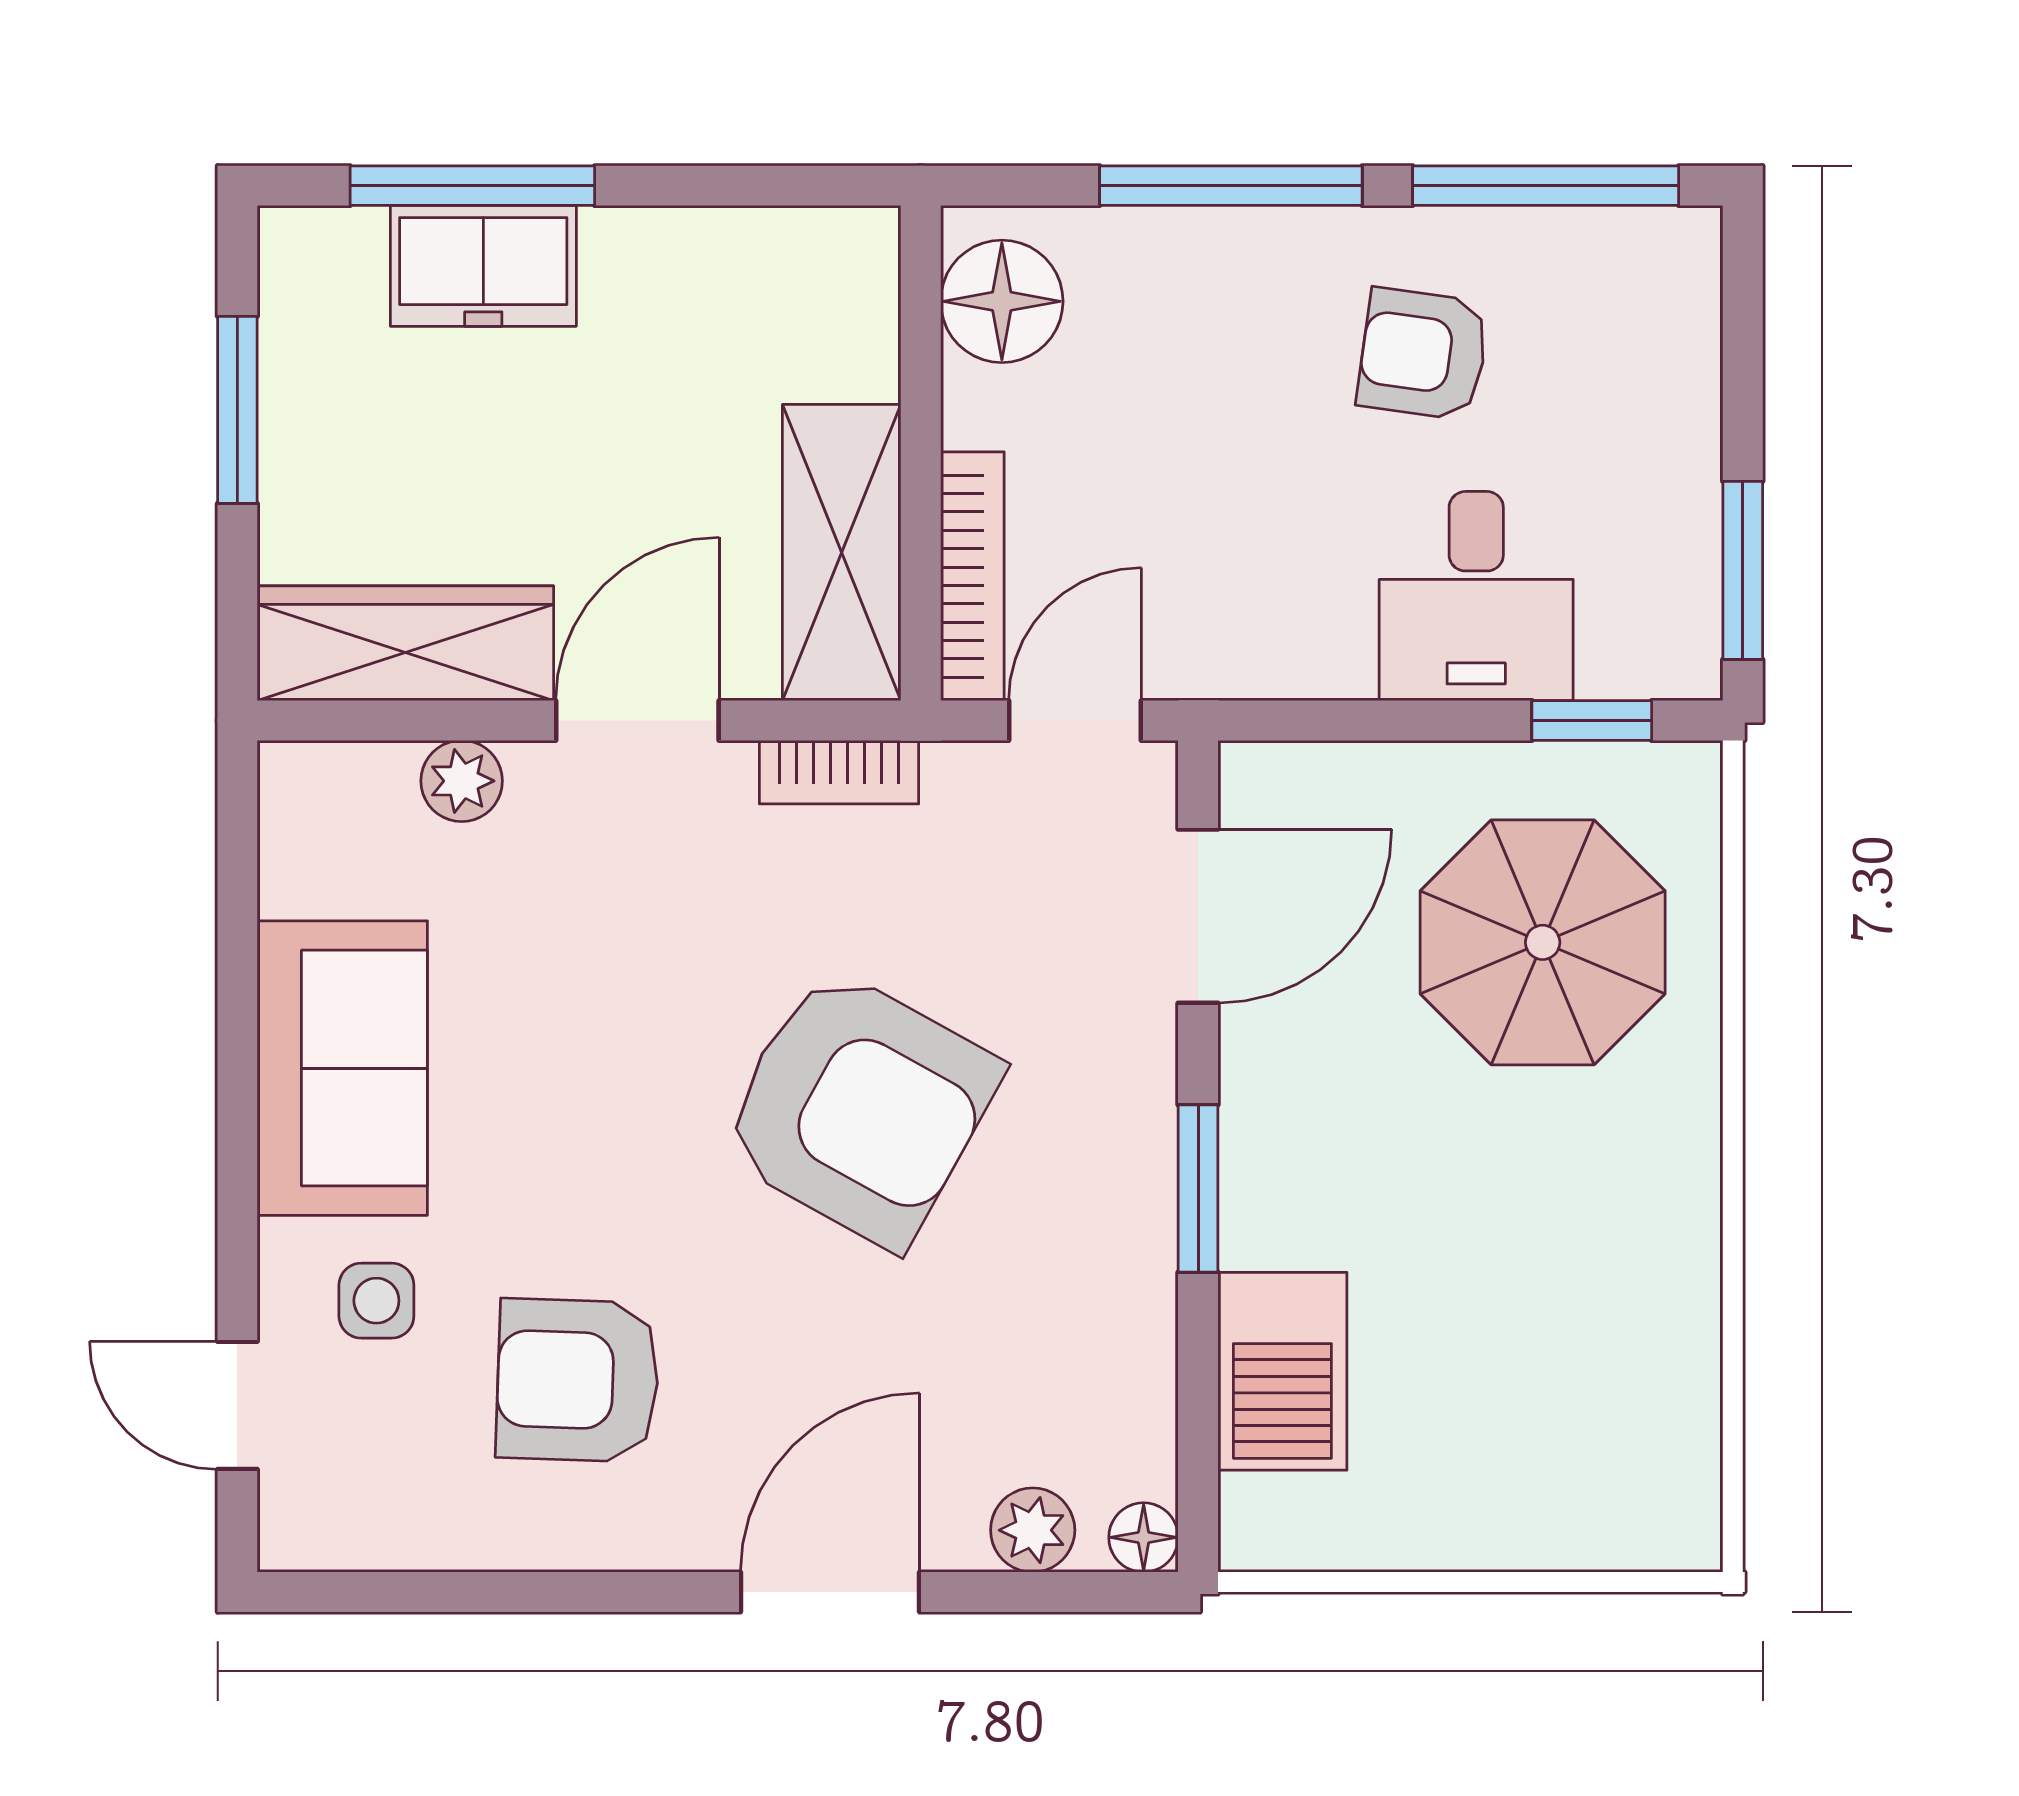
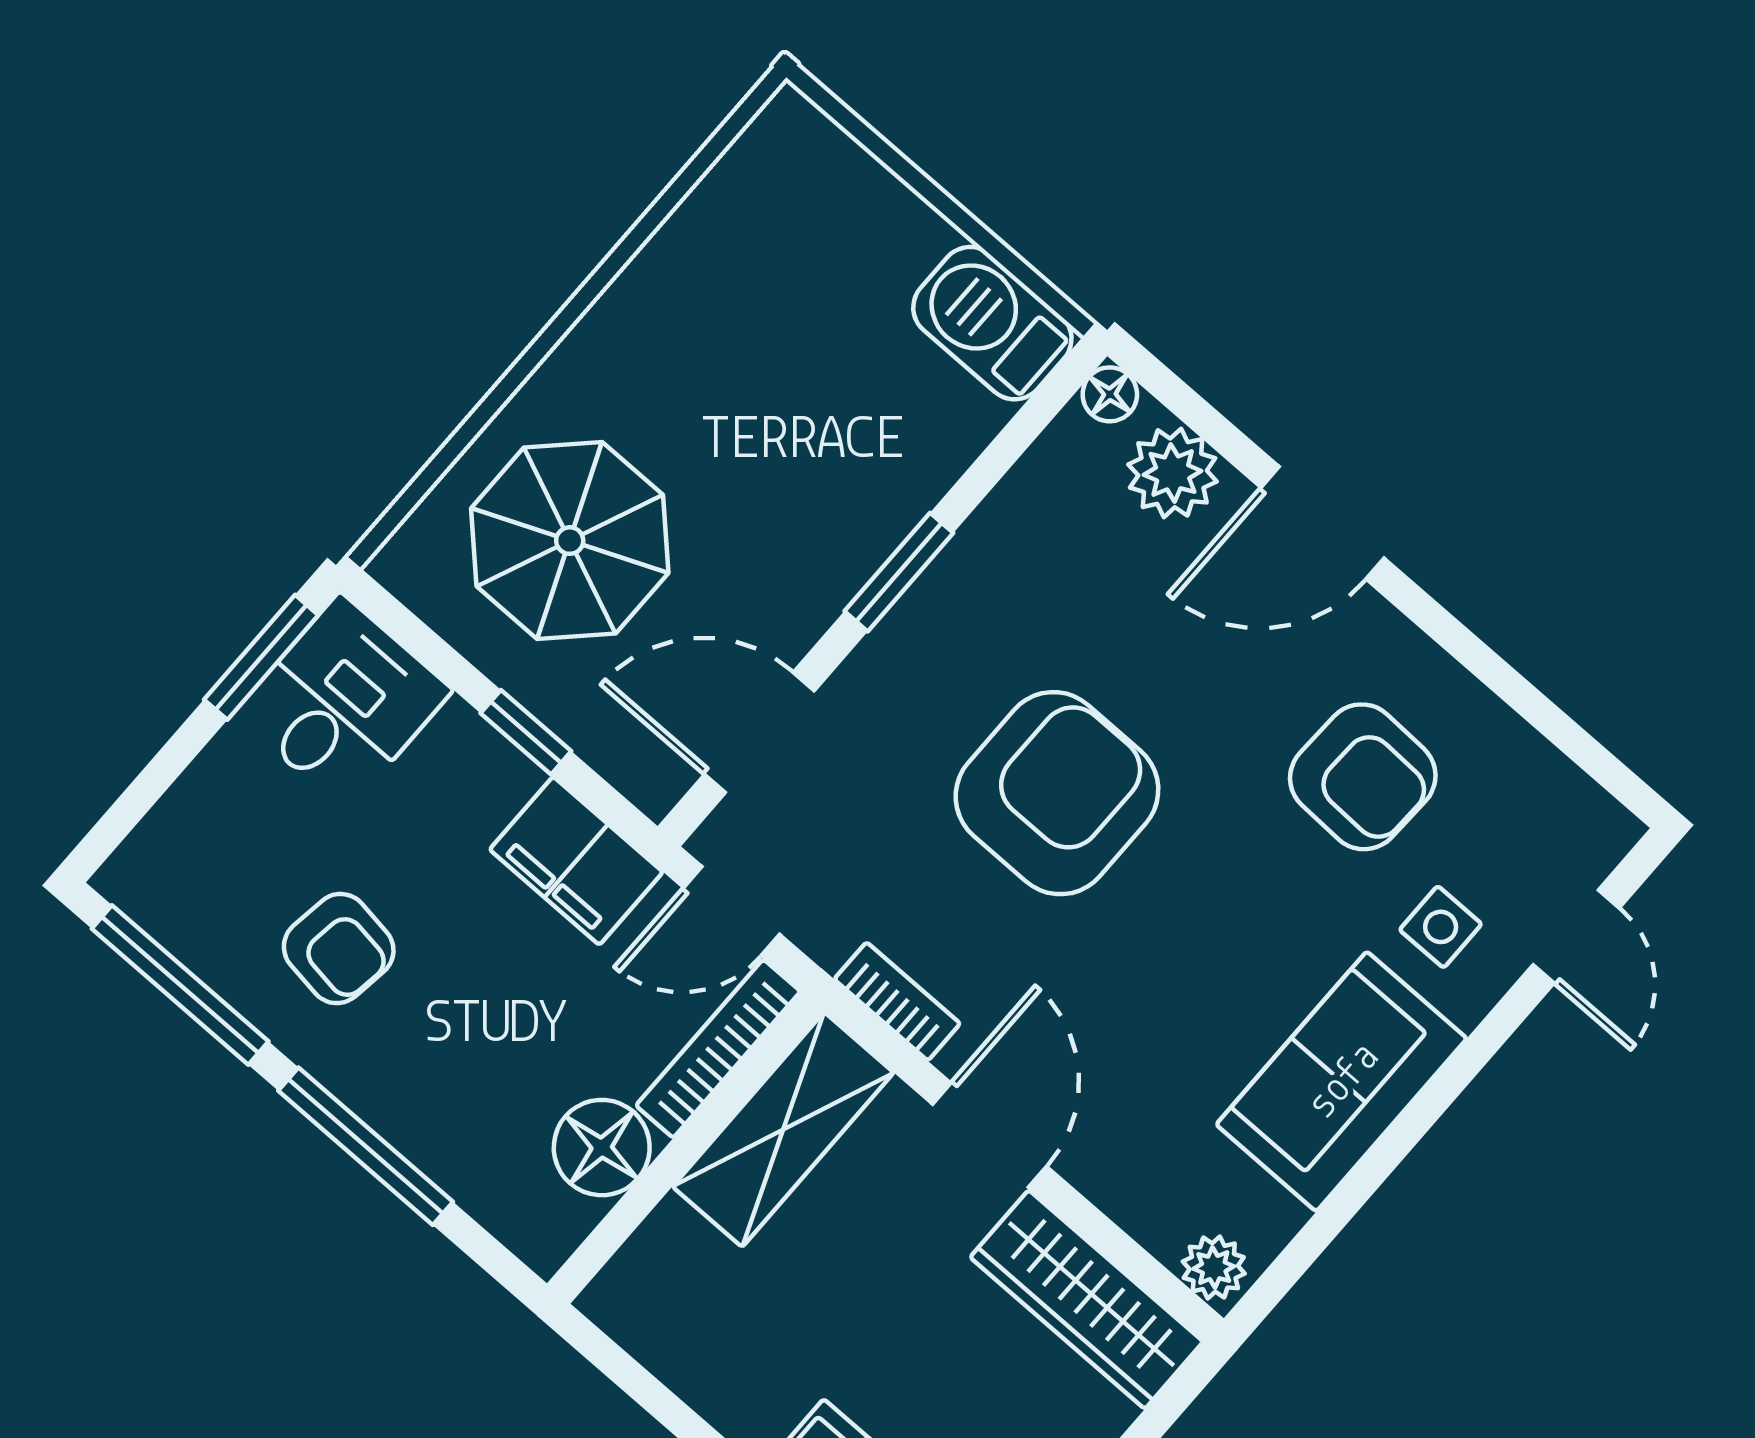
floor lamp: (1002, 301) -> (602, 1148), moved
desk: (1476, 596) -> (343, 702), moved
filing cabinet: (1267, 638) -> (576, 861), added
door: (637, 720) -> (990, 1135), swing flipped
window: (1592, 720) -> (526, 732), moved
plant: (462, 781) -> (1214, 1267), moved
armchair: (860, 1108) -> (1057, 793), turned 61
barbecue: (1282, 1371) -> (992, 323), moved, turned -90
plant: (1033, 1530) -> (1173, 473), width x1.38, depth x1.38

